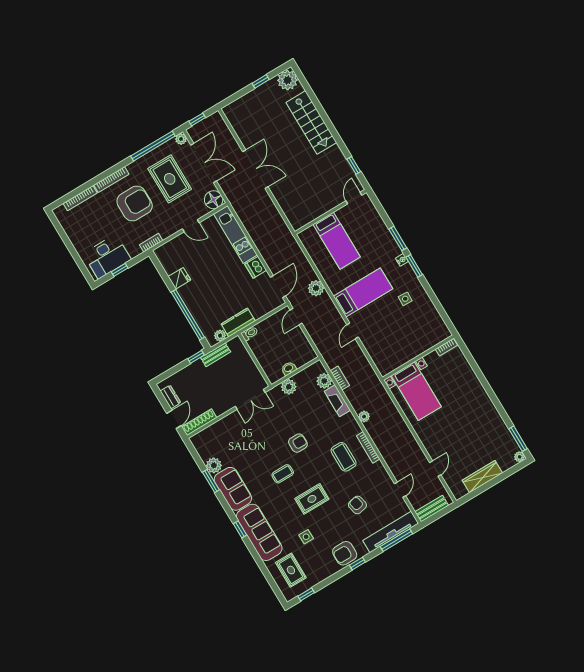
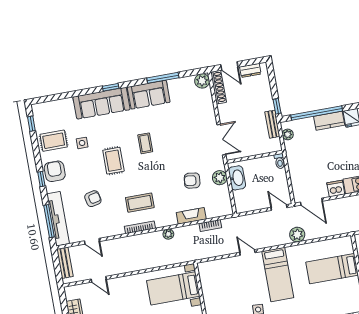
kitchen counter: (238, 322) -> (329, 121), moved, turned 90
washbasin: (289, 368) -> (237, 178), width x1.91, depth x1.45
plant: (324, 381) -> (213, 211), removed
double door: (250, 399) -> (221, 140), swing flipped
armchair: (298, 443) -> (192, 181), moved, turned 97
plant: (214, 465) -> (202, 81), moved
window: (211, 481) -> (163, 78), width x1.44
rug: (291, 570) -> (54, 141), moved

